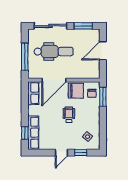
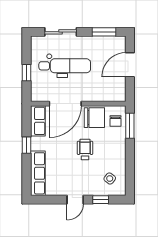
sliding door: (50, 26) -> (61, 32), width x0.73
window: (25, 57) -> (27, 73), width x0.46
window: (25, 133) -> (27, 145), moved

